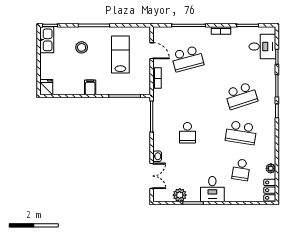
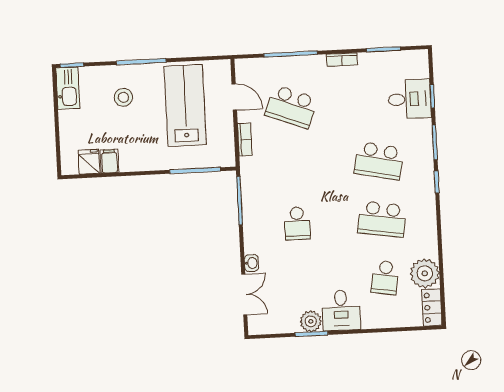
desk: (262, 47) -> (410, 99), moved
lab bench: (120, 54) -> (185, 105), width x1.36, depth x1.39
school desk: (187, 59) -> (291, 107), turned 36
fridge: (46, 87) -> (89, 162), moved
filing cabinet: (90, 87) -> (109, 161), moved
school desk: (241, 96) -> (379, 161), turned 30
plant: (271, 168) -> (425, 273), width x1.88, depth x1.88
plant: (180, 195) -> (311, 321), moved

